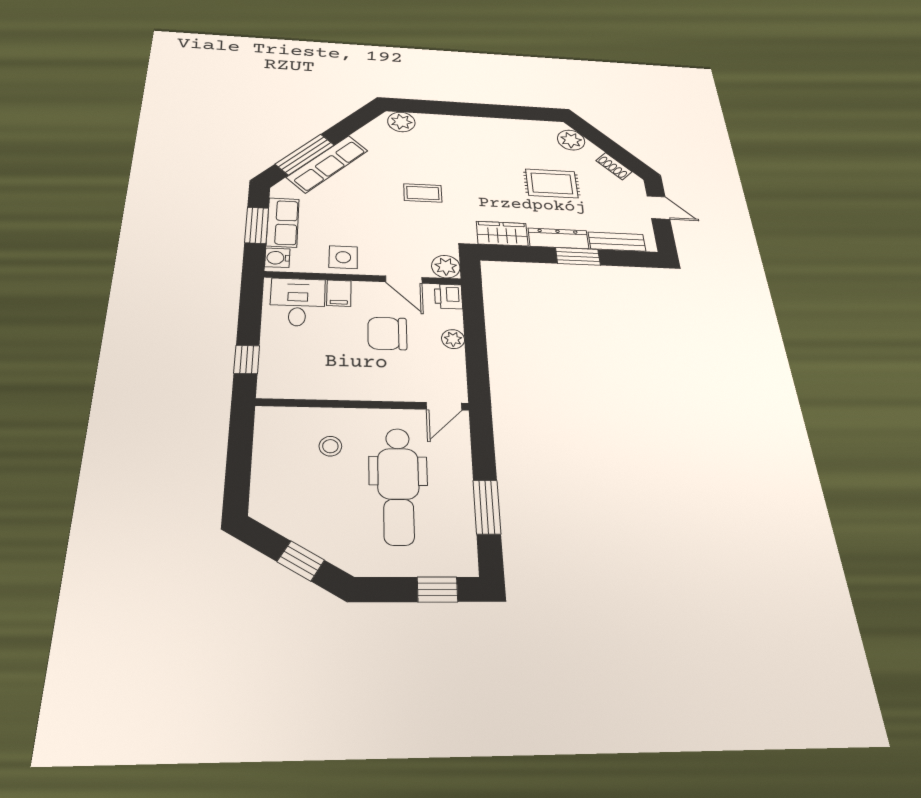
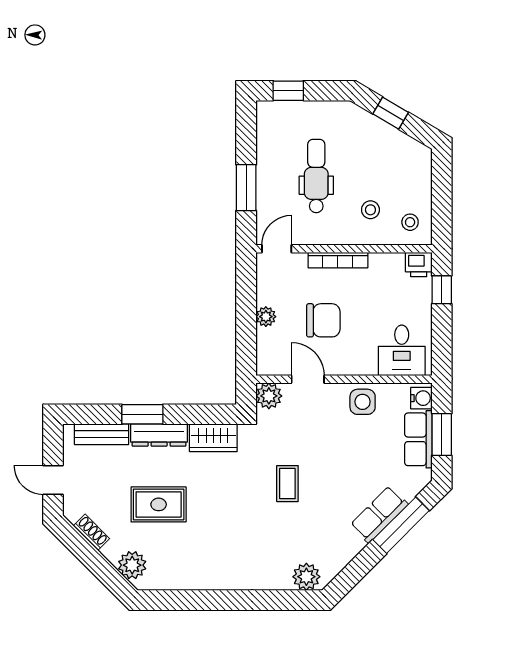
row of seats: (327, 164) -> (379, 514), width x0.68
coffee table: (423, 193) -> (287, 484), turned 90
filing cabinet: (339, 293) -> (366, 362), removed
printer: (448, 296) -> (419, 265), moved, turned 90
bookcase: (371, 393) -> (338, 260), added
stool: (281, 432) -> (410, 222), added
dental chair: (398, 485) -> (316, 176), width x0.73, depth x0.72
window: (487, 507) -> (246, 188), moved

